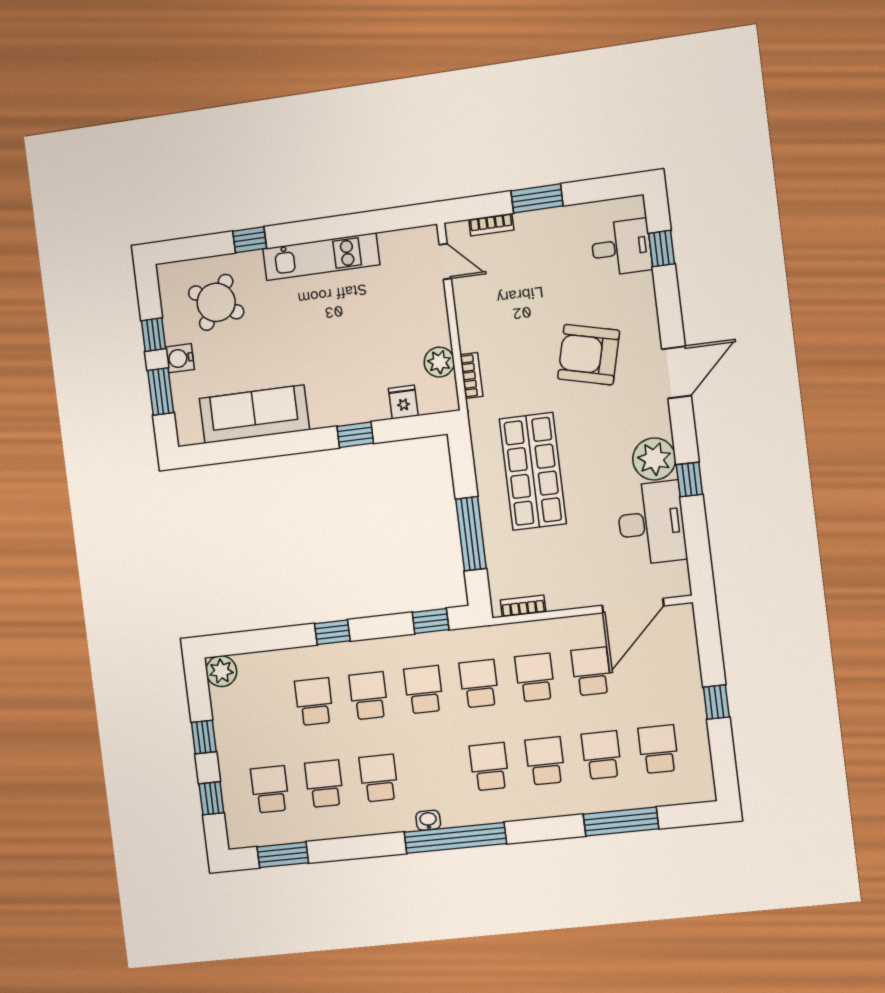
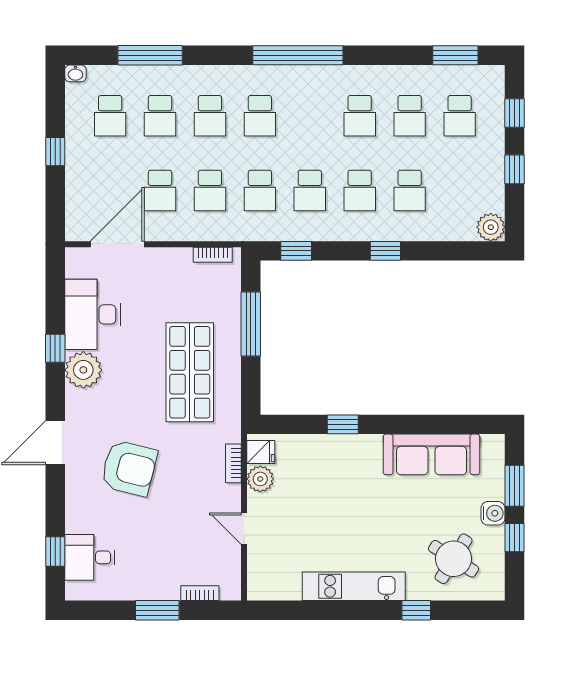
door: (445, 261) -> (244, 529), moved
fridge: (403, 402) -> (261, 452), moved, turned -90
washbasin: (428, 820) -> (75, 73), moved

